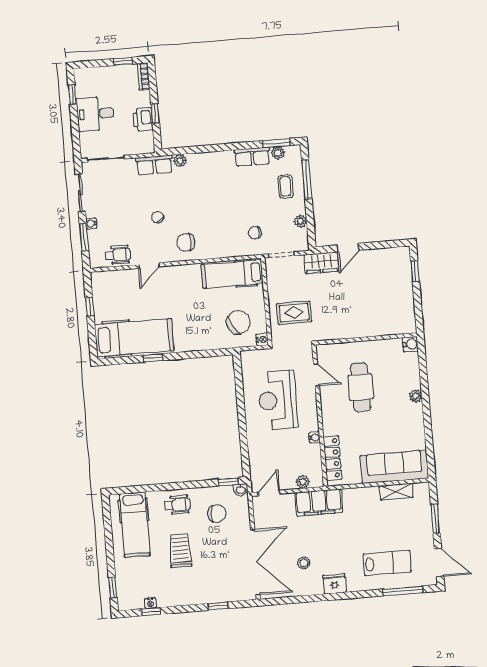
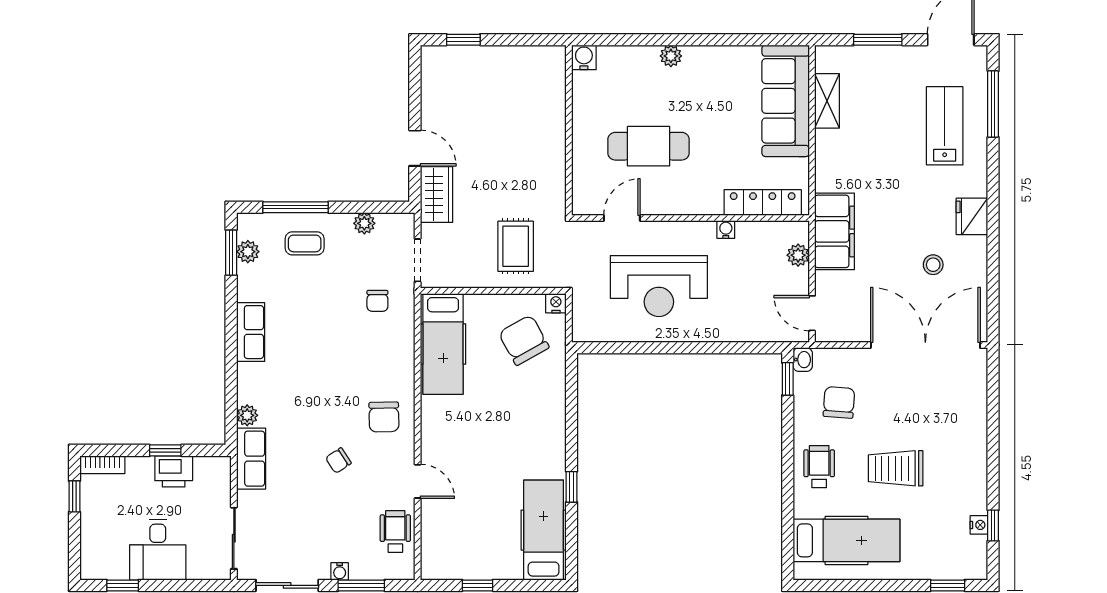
row of seats: (252, 157) -> (251, 332), moved
hospital bed: (134, 338) -> (544, 530), width x0.73, depth x0.78
window: (218, 606) -> (993, 413), removed

